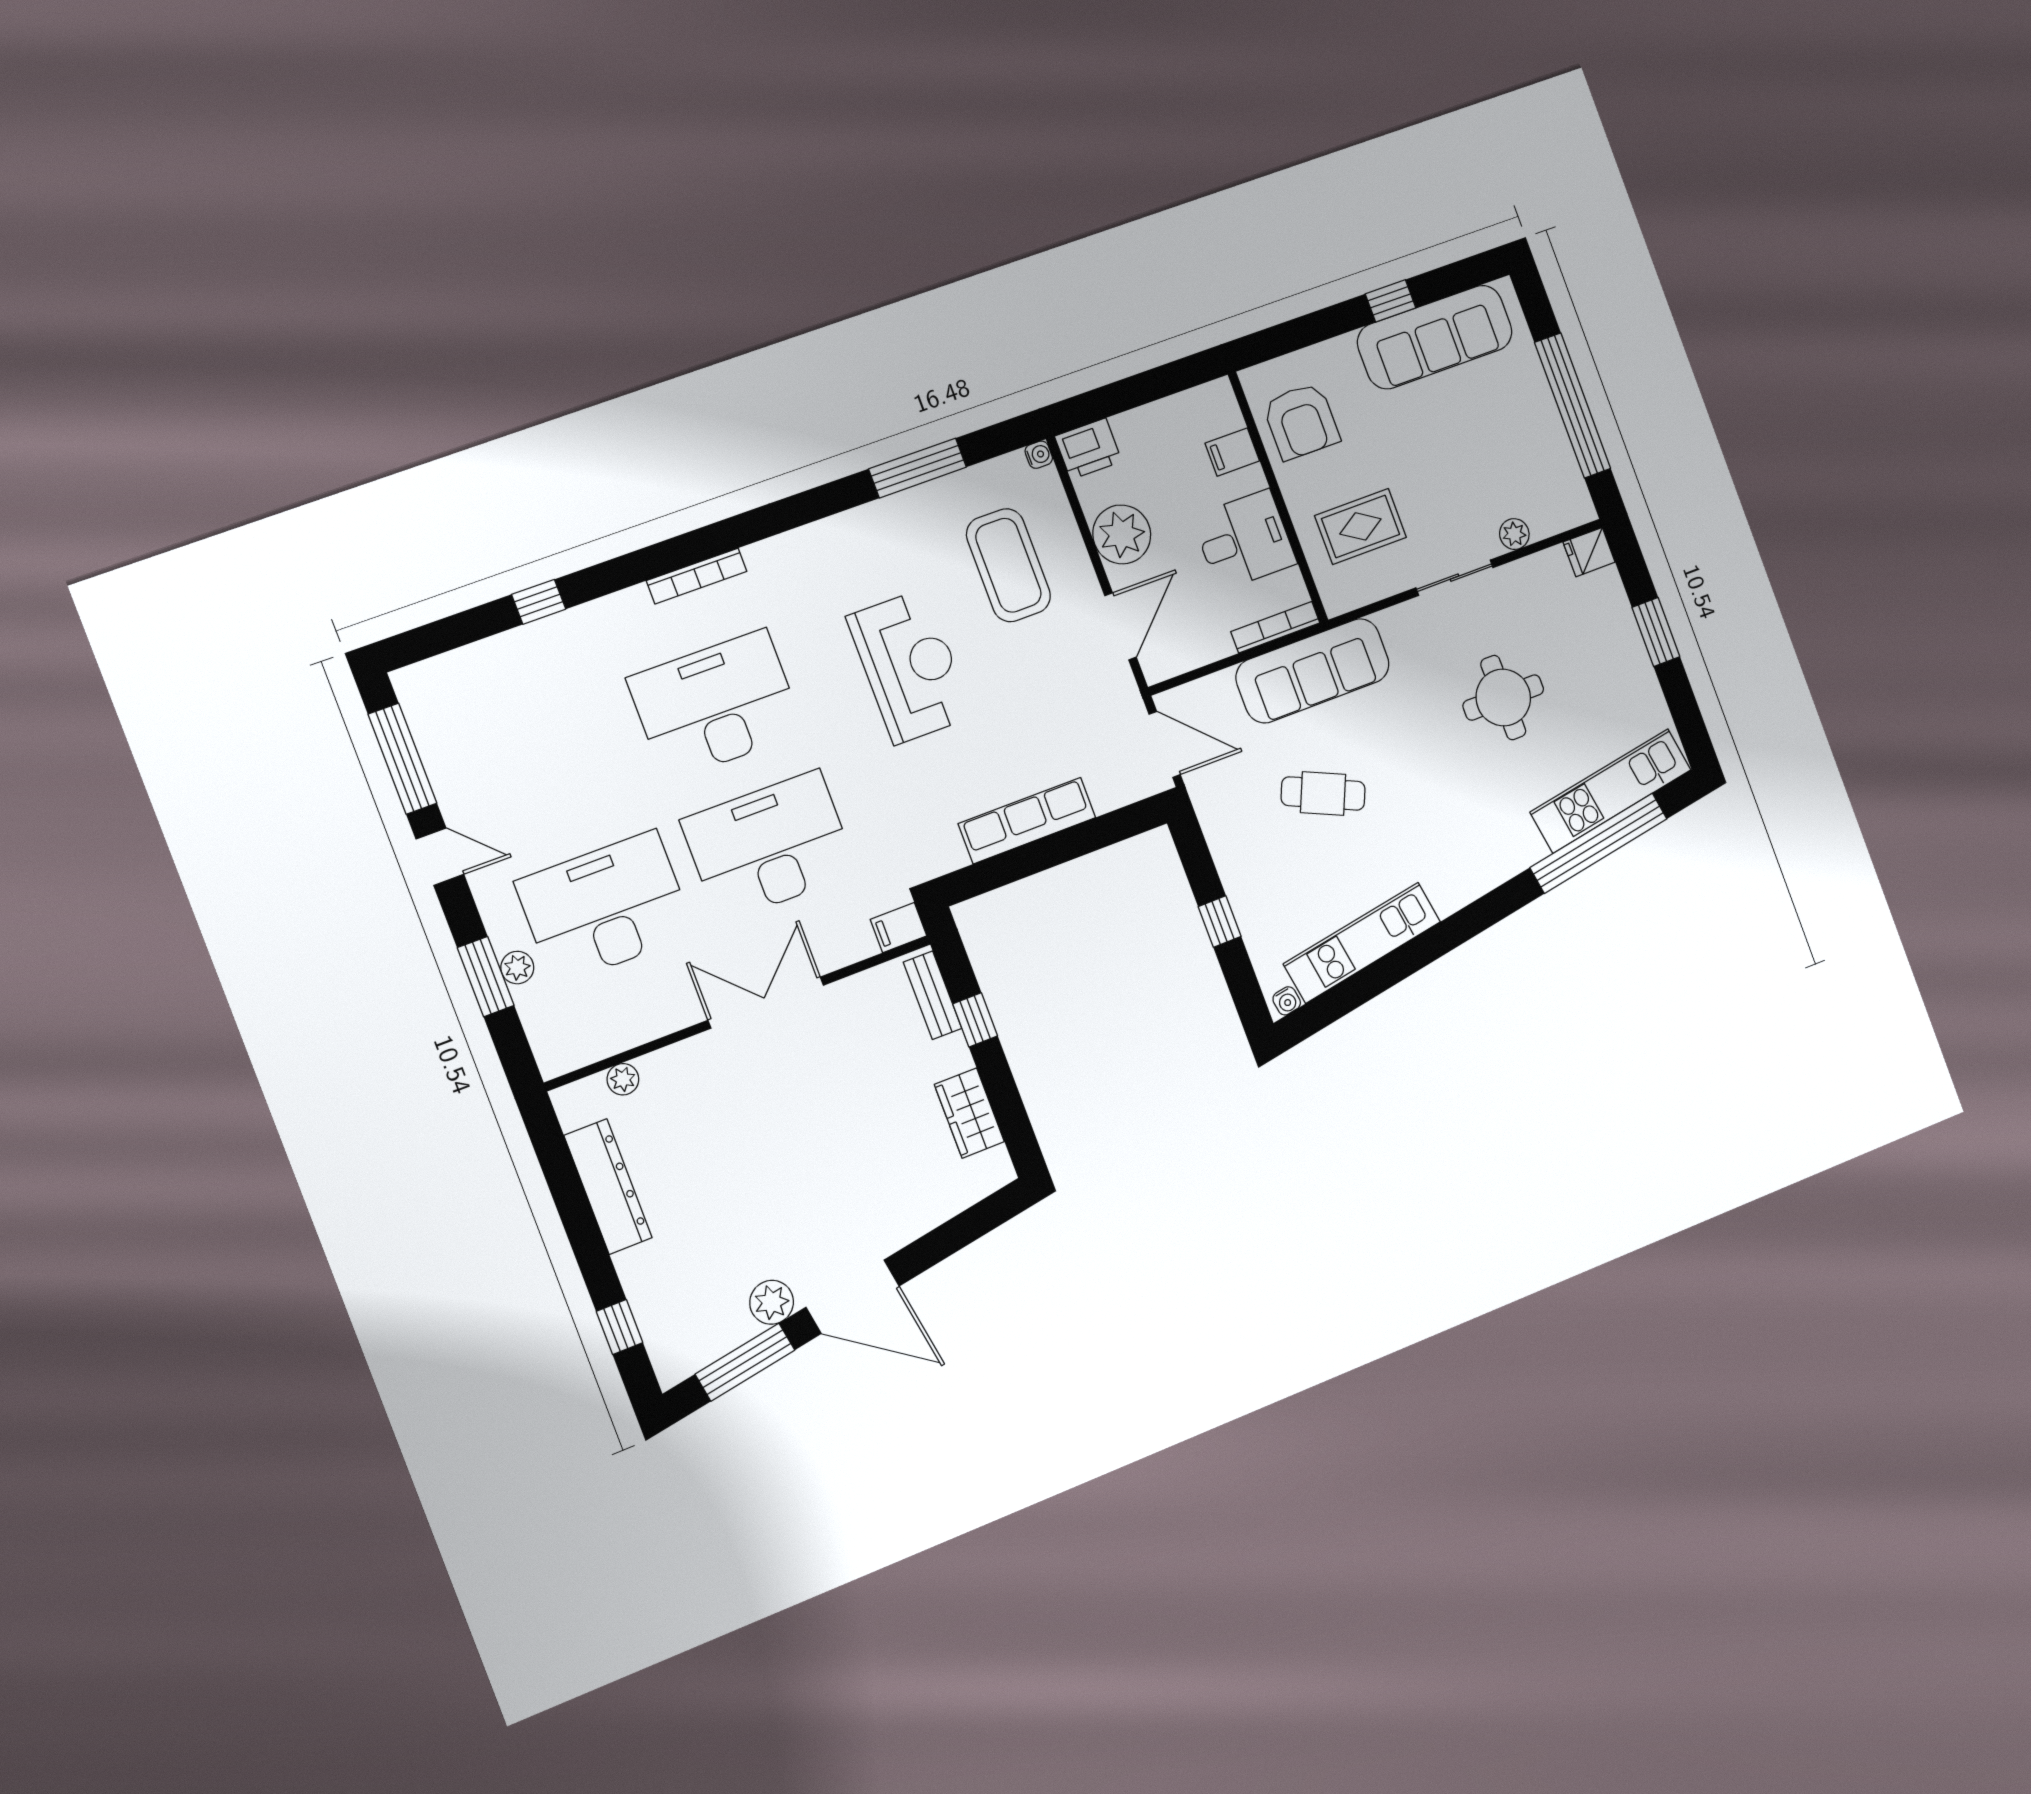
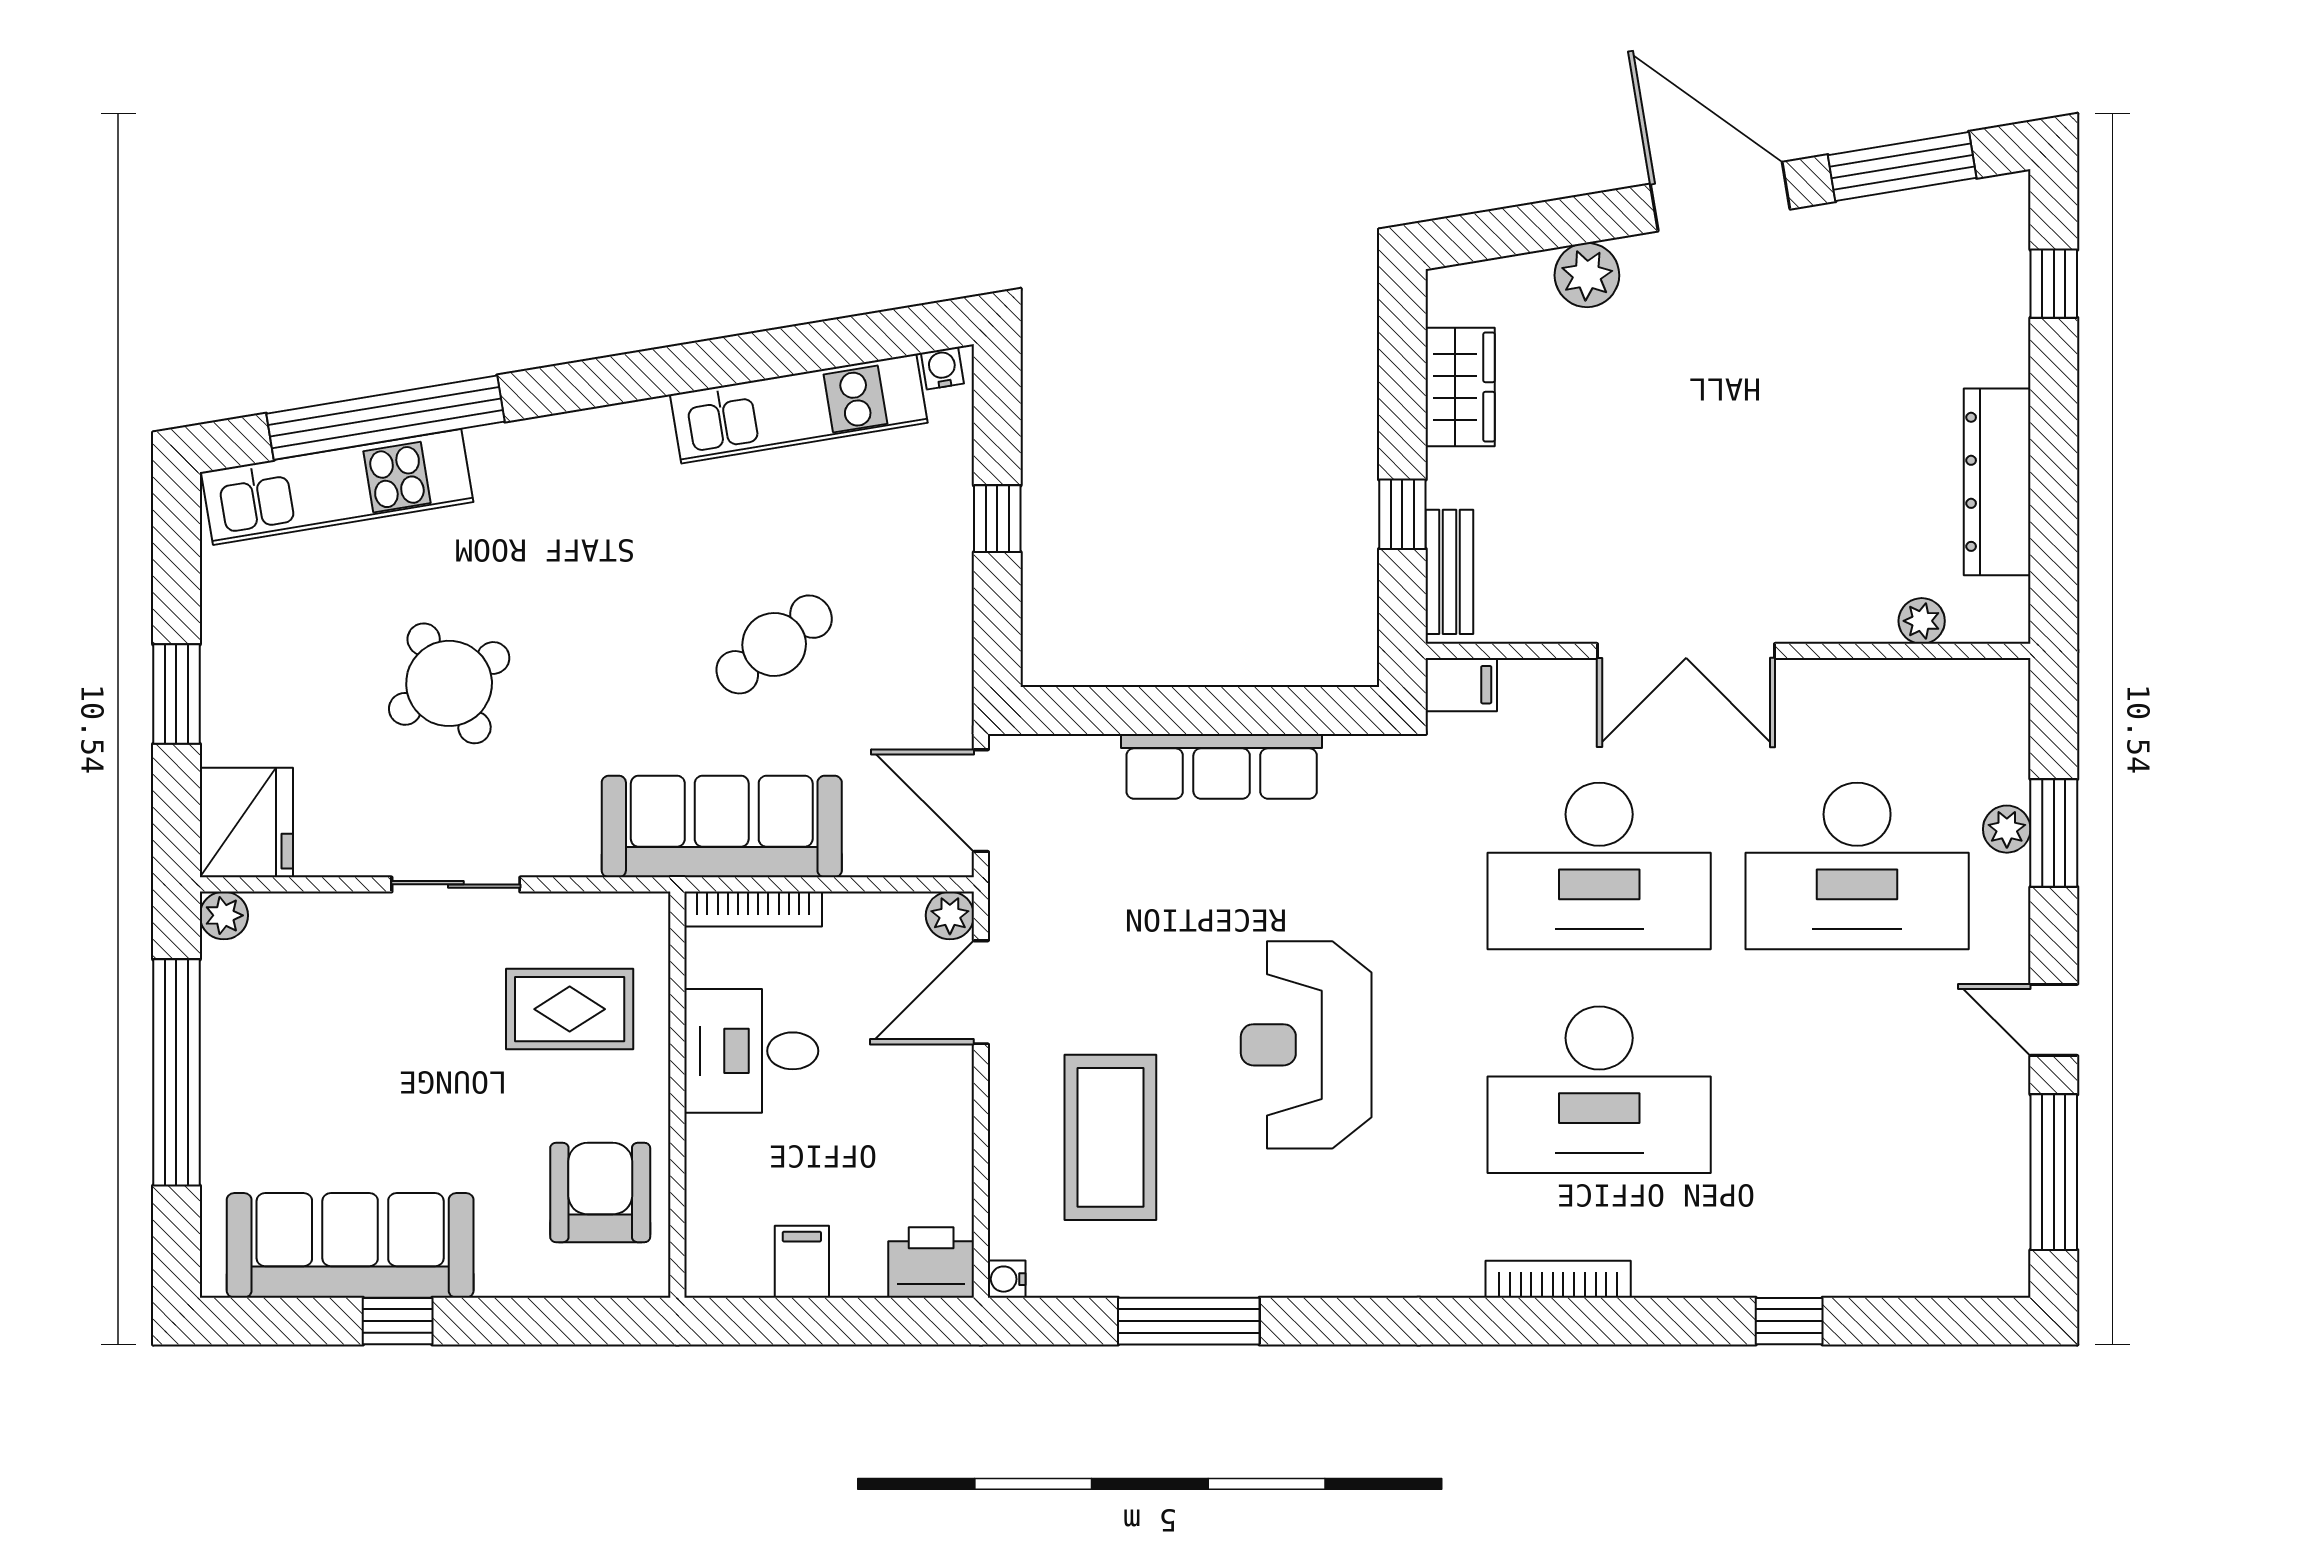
filing cabinet: (1232, 452) -> (802, 1262), moved, turned -90
plant: (1122, 534) -> (950, 915), moved, width x0.53, depth x0.53
plant: (1514, 534) -> (224, 915), moved
fridge: (1589, 552) -> (246, 823), width x1.88, depth x1.34
round table: (1503, 698) -> (449, 683), turned -30
cafe table: (1323, 793) -> (774, 644), turned -61
plant: (772, 1302) -> (1587, 275), moved

